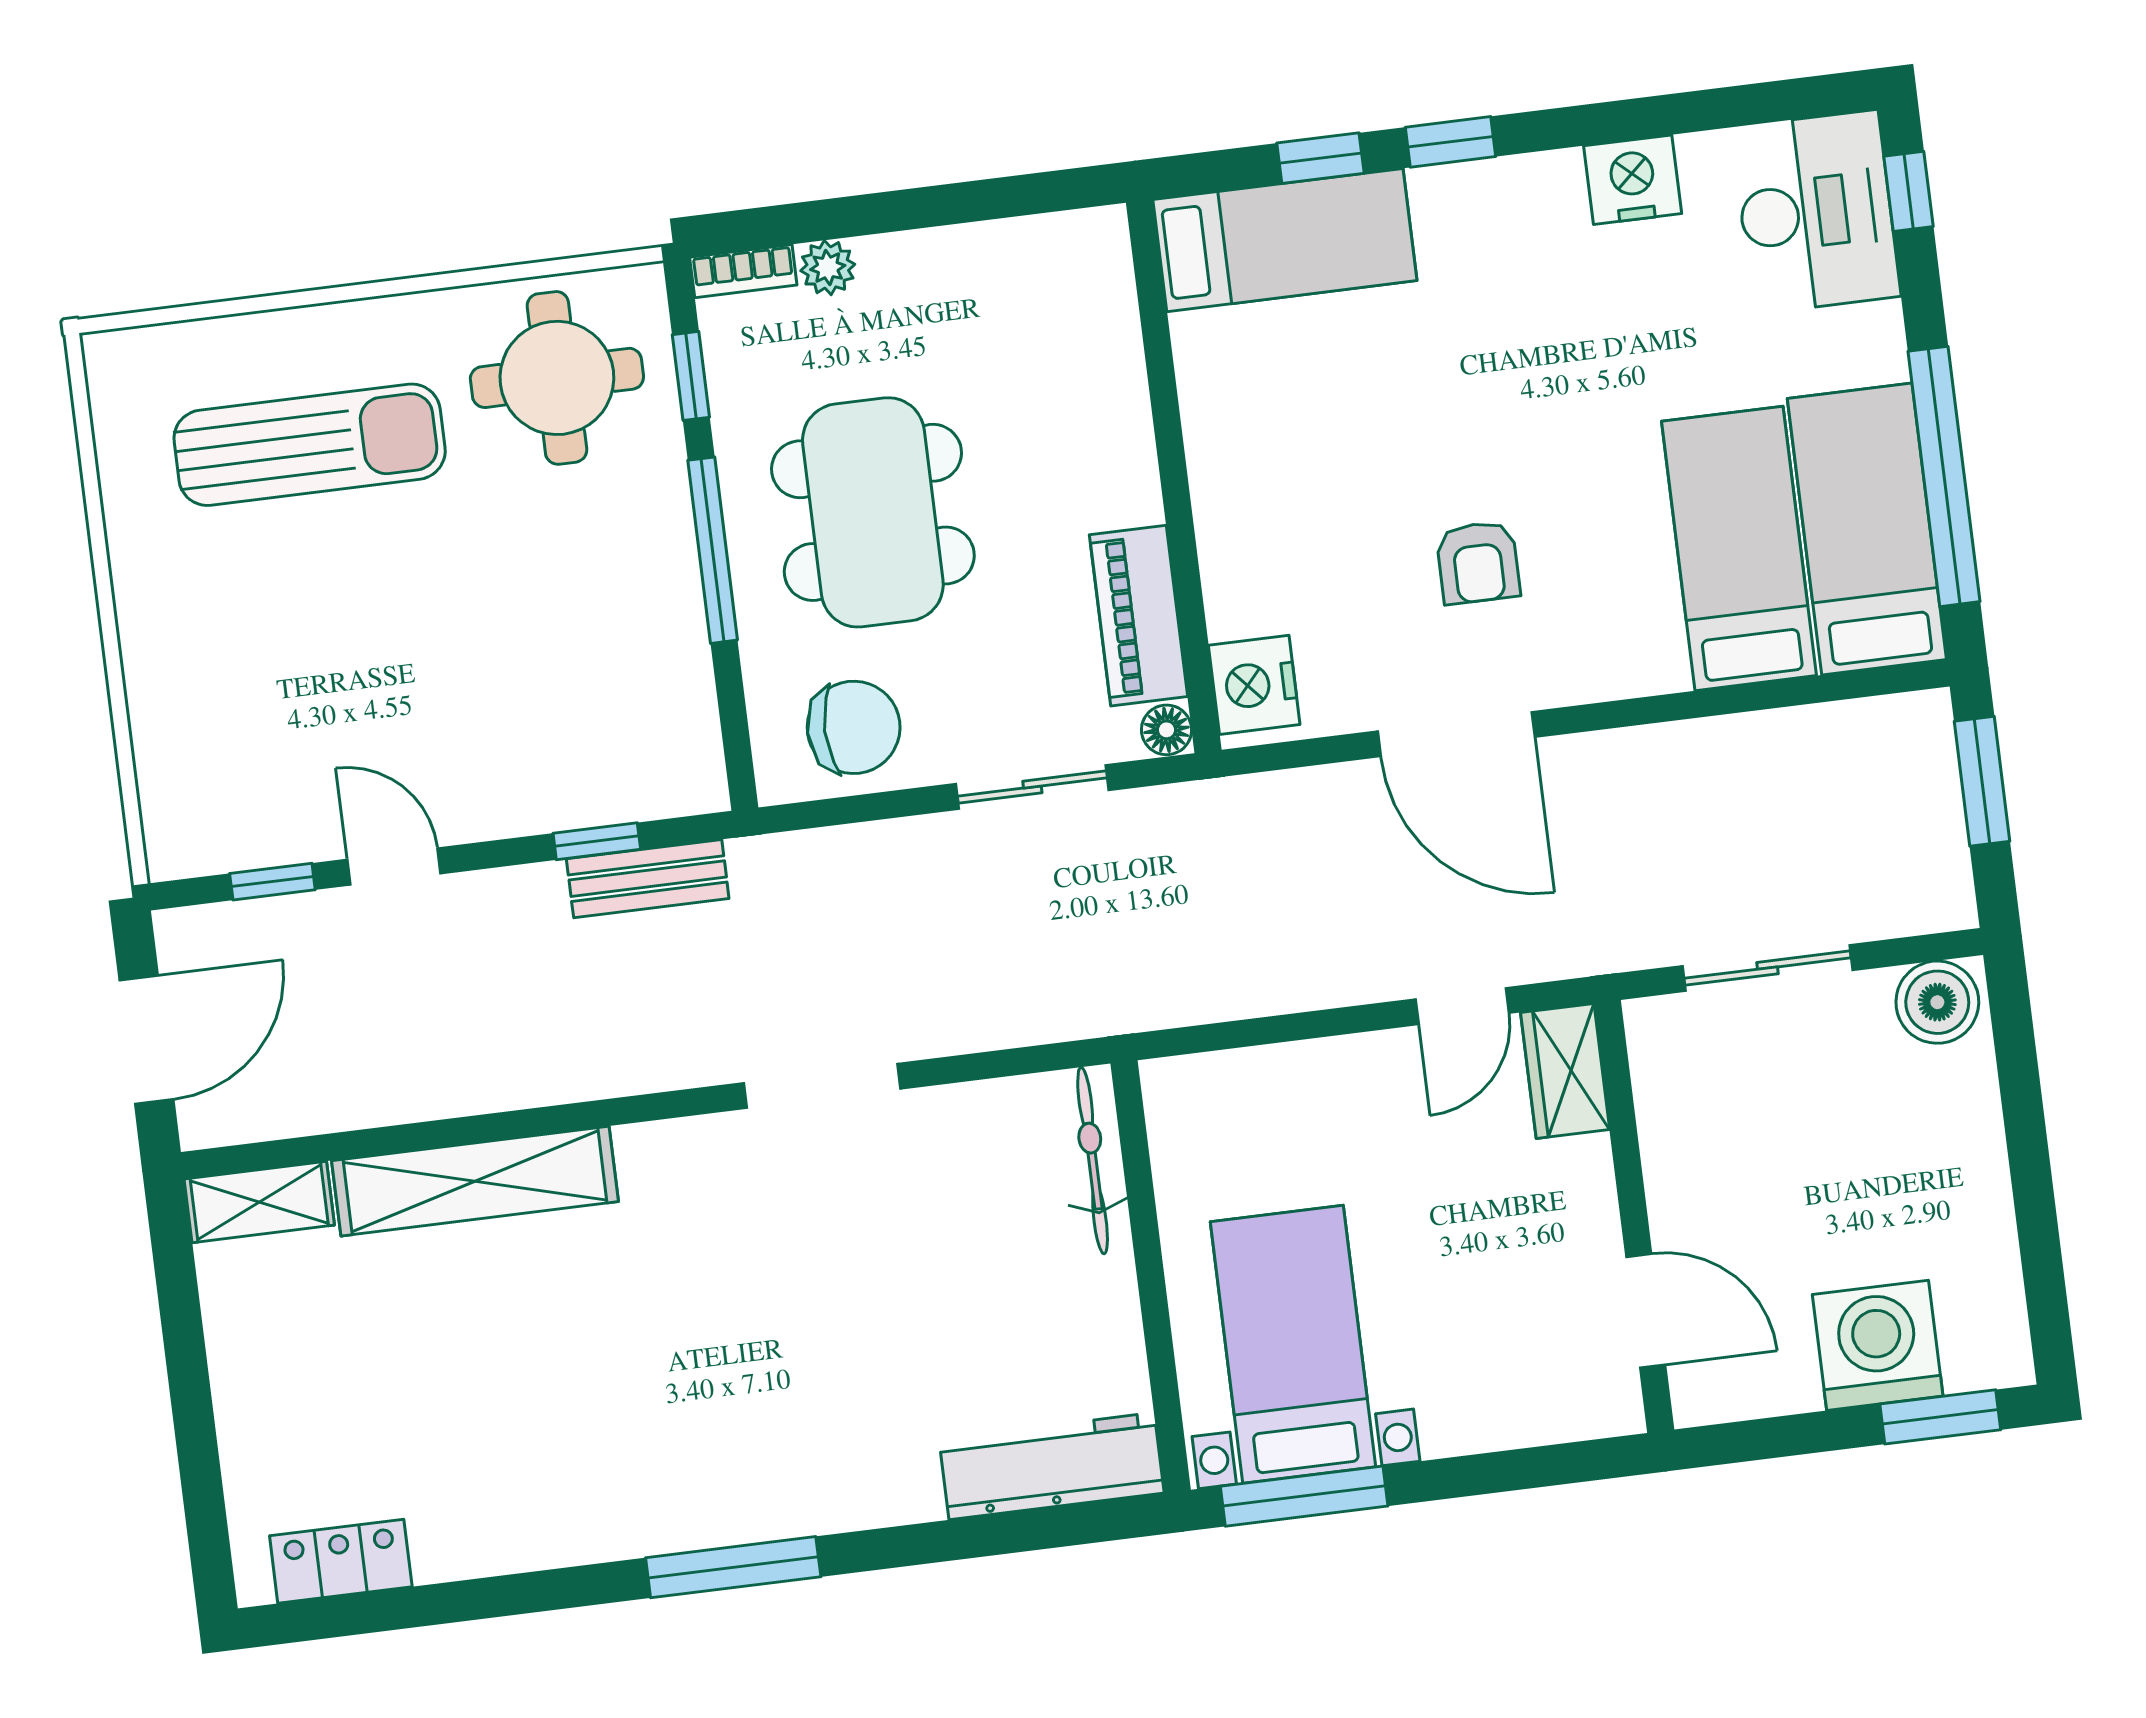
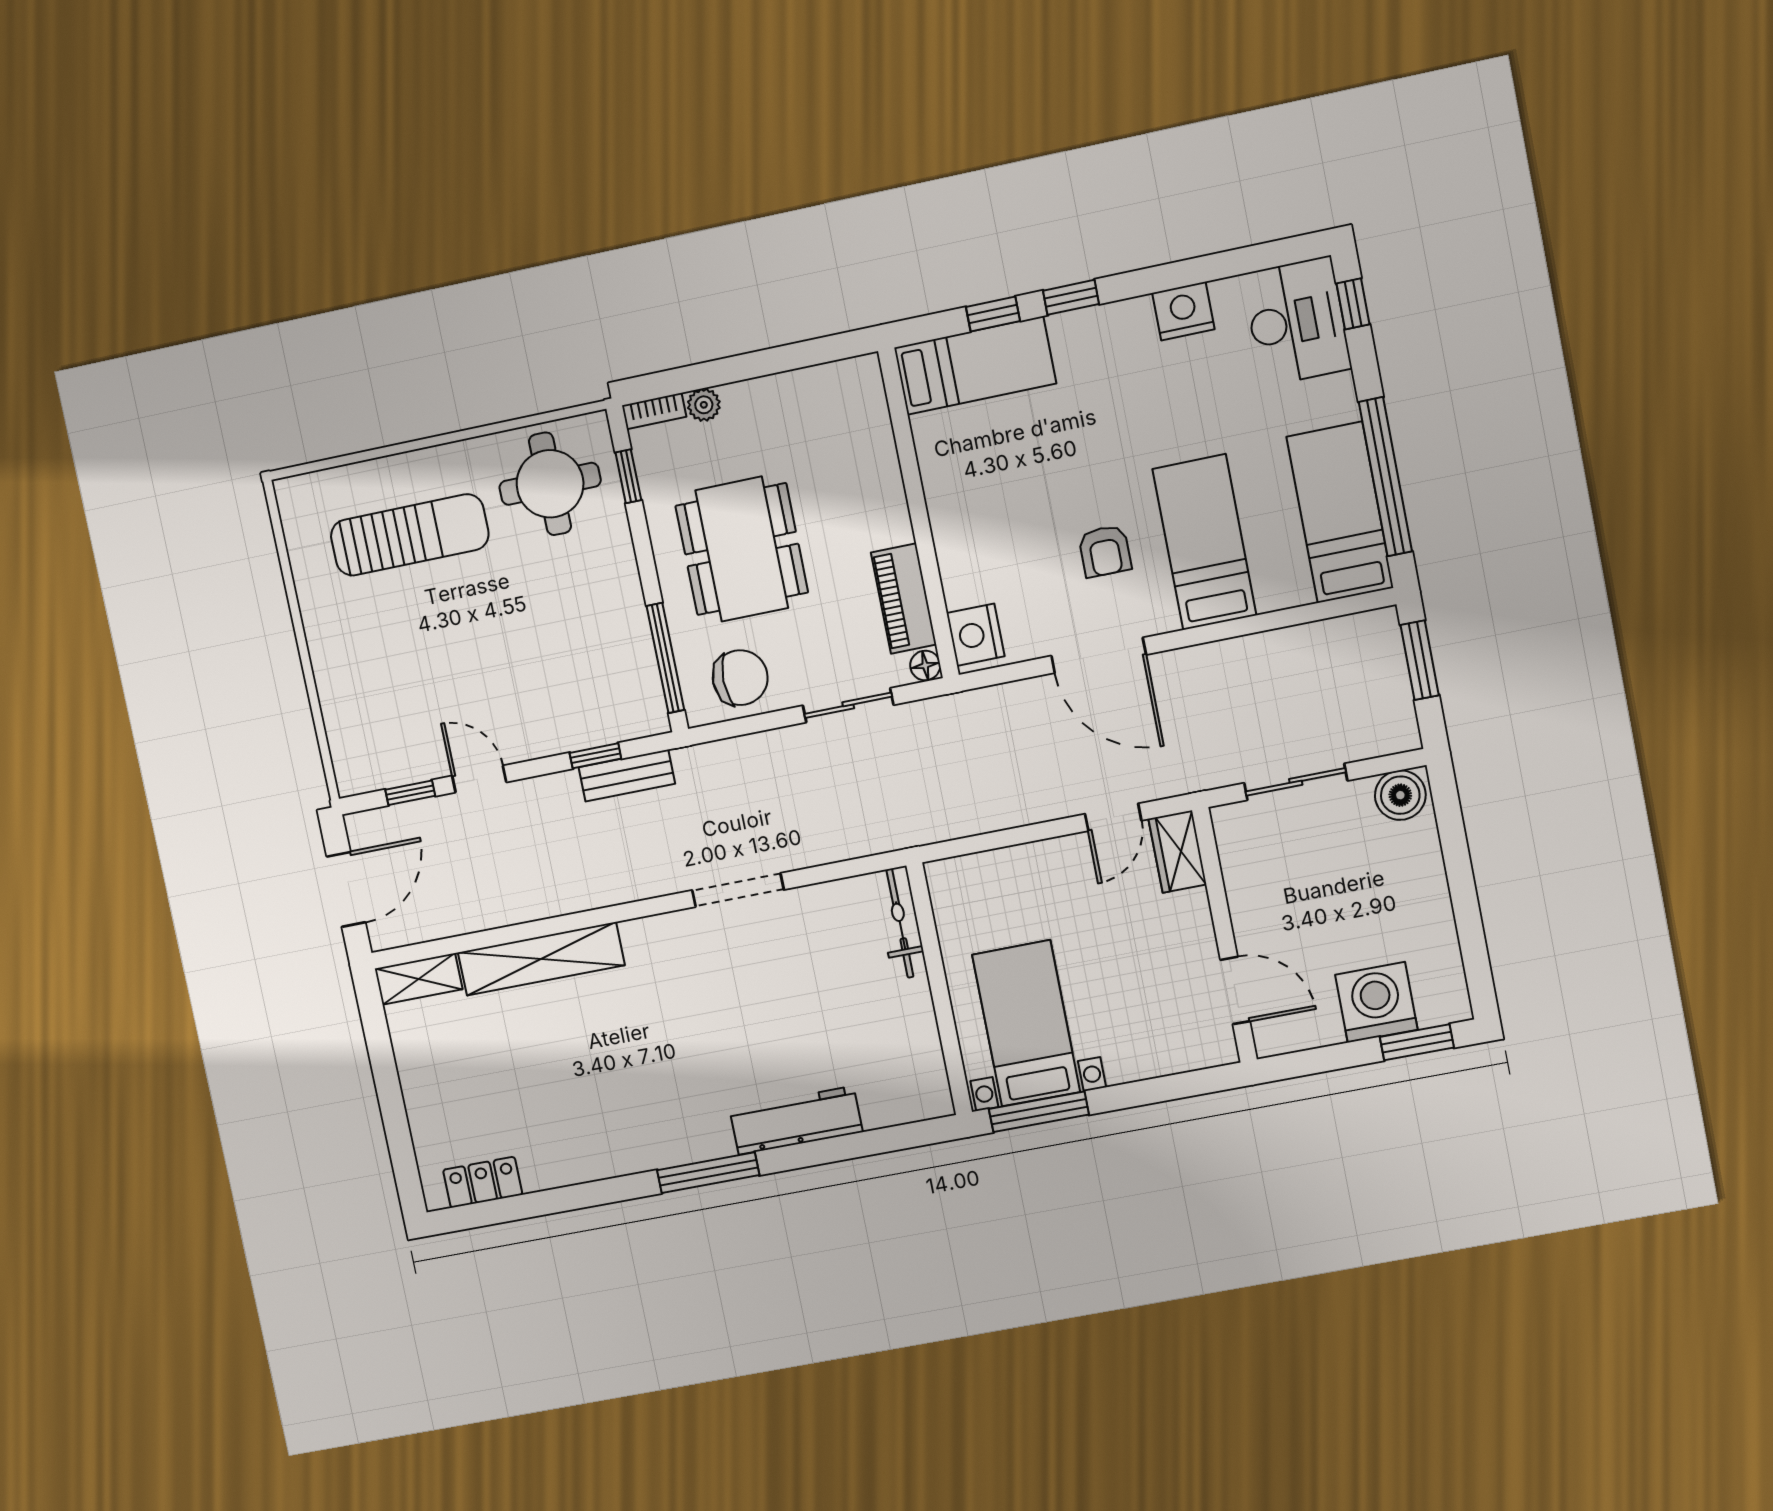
bed: (1739, 548) -> (1204, 542), moved
window: (713, 550) -> (665, 658), moved
workbench: (1051, 1466) -> (796, 1120), moved

